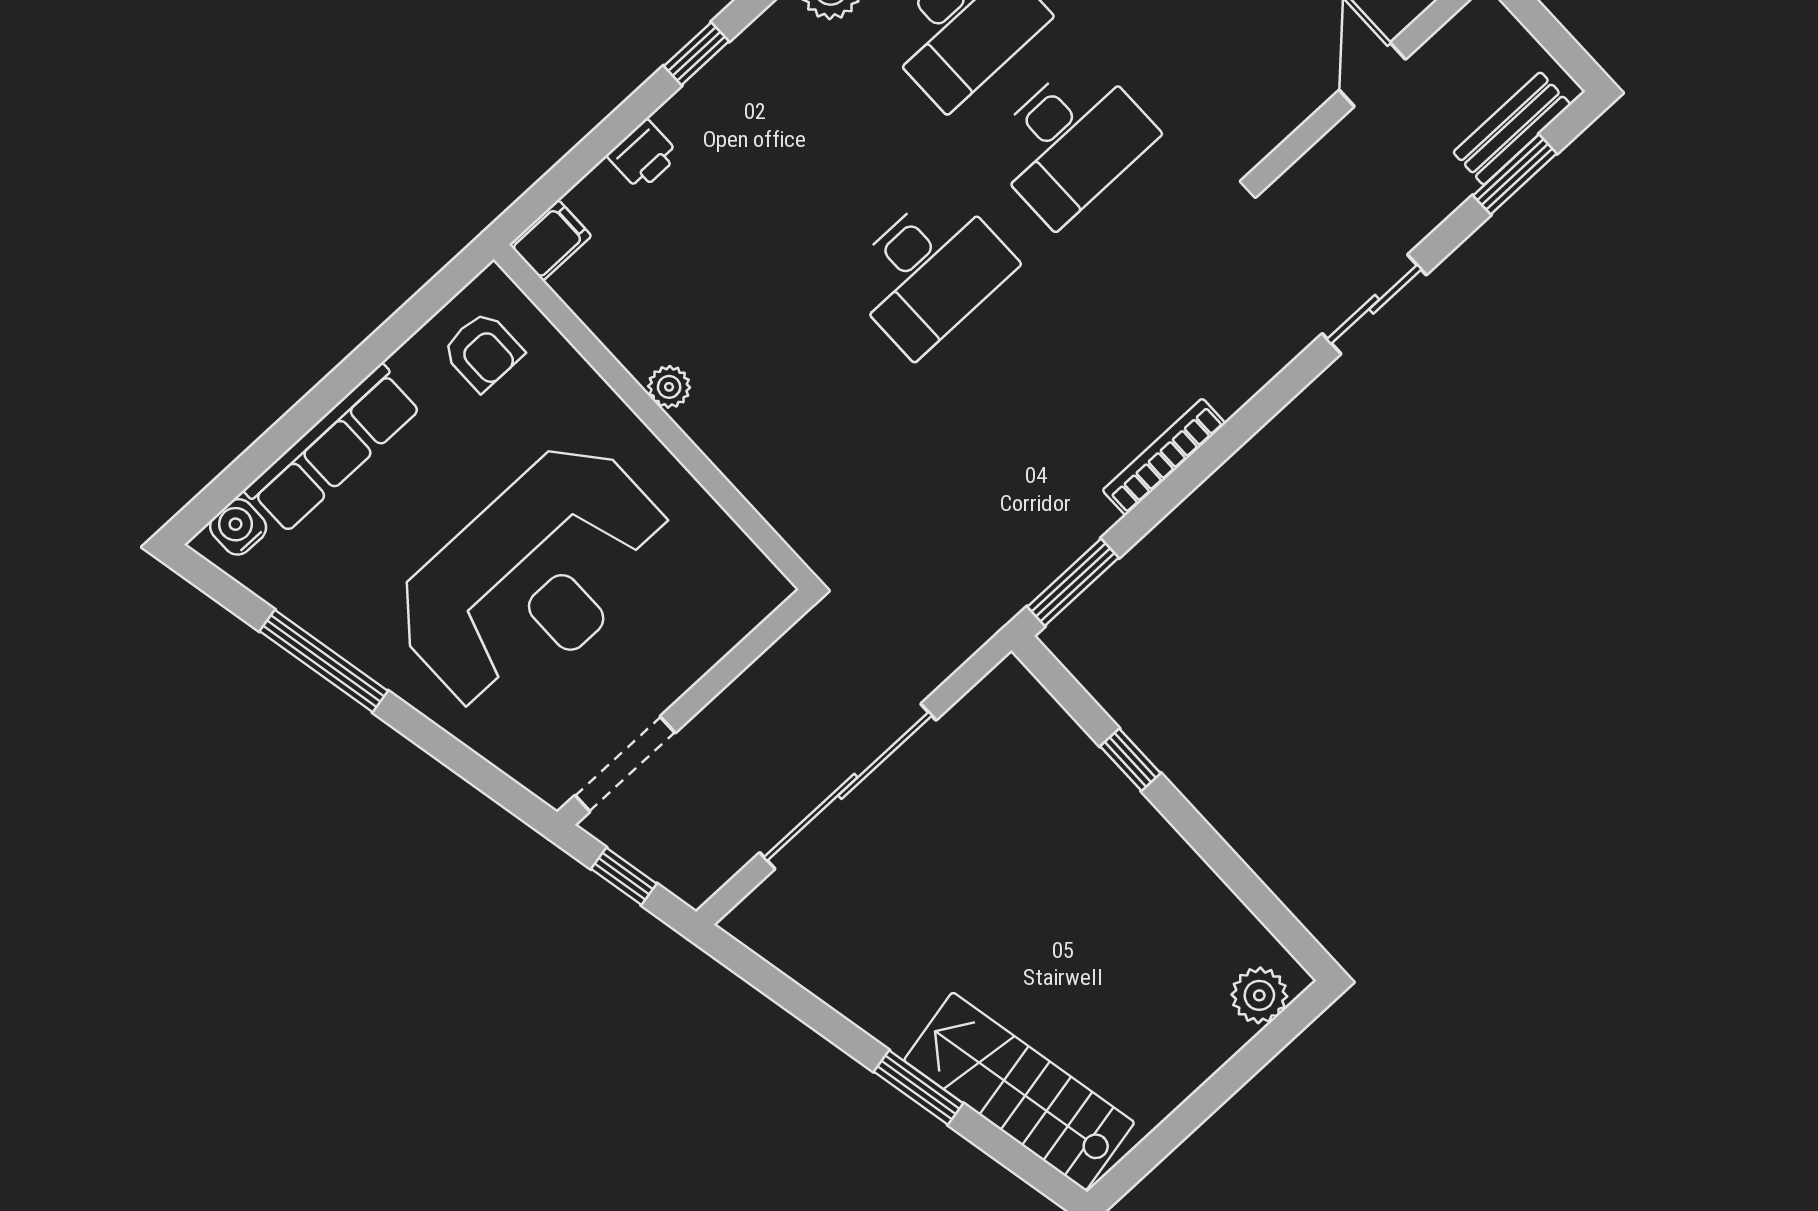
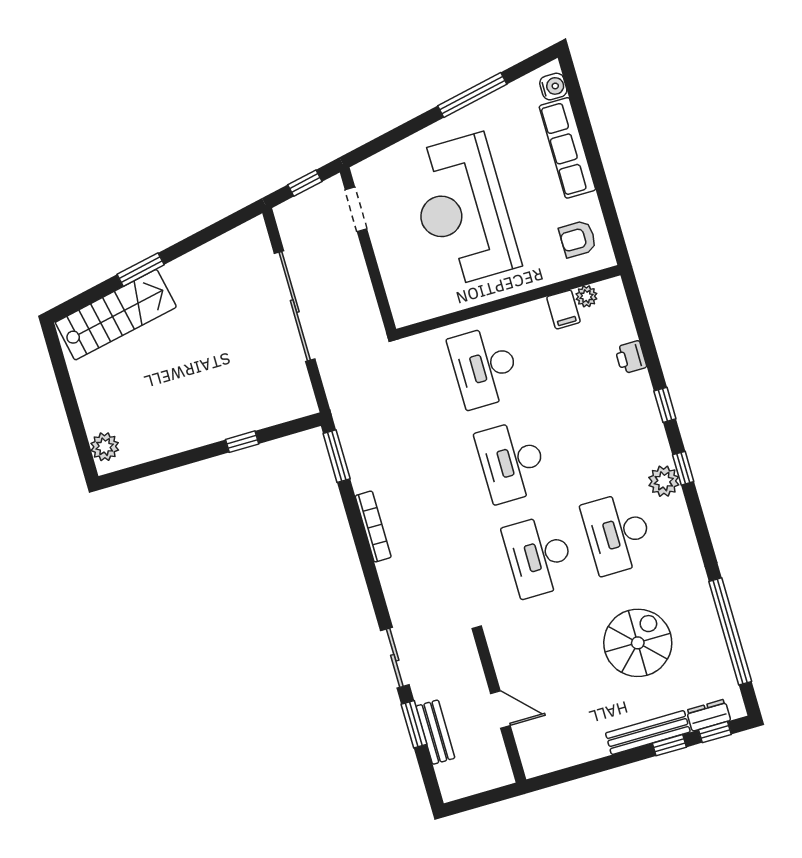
bench: (1512, 128) -> (435, 732), moved
window: (1515, 174) -> (414, 724), moved
filing cabinet: (550, 240) -> (563, 310), moved
plant: (669, 387) -> (586, 296), moved
desk: (788, 402) -> (484, 367), added
doorway: (625, 764) -> (356, 209), width x0.73

